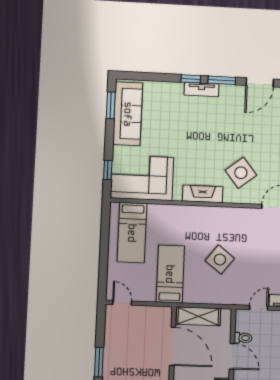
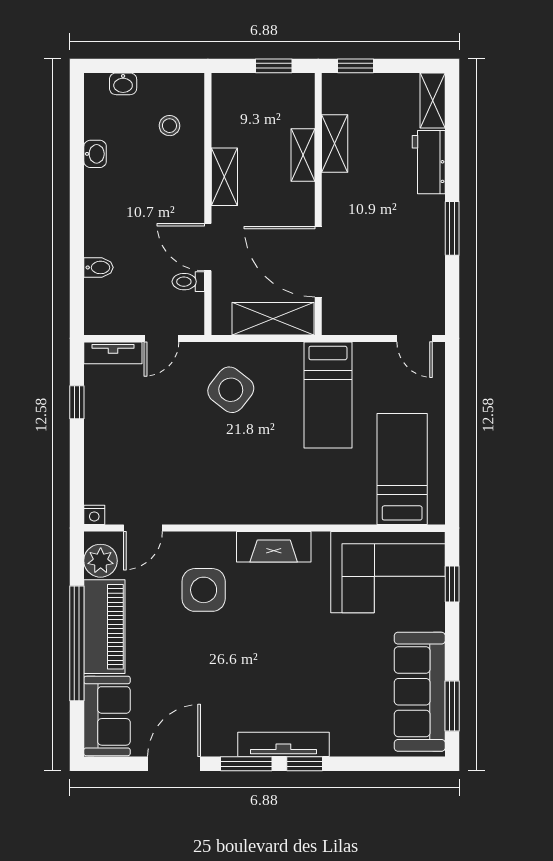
tv unit: (202, 90) -> (283, 744), width x1.41
side table: (241, 173) -> (204, 590), turned 38
side table: (220, 260) -> (231, 390), moved

